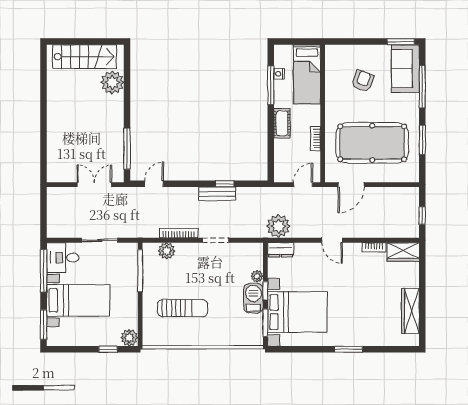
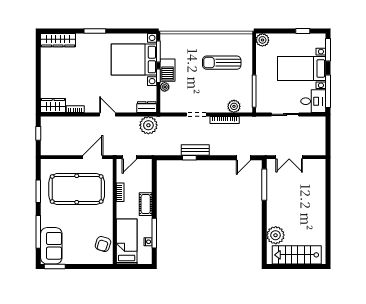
armchair: (363, 81) -> (103, 244), moved
wardrobe: (410, 311) -> (58, 40), moved, turned 90
window: (108, 349) -> (303, 31), moved

